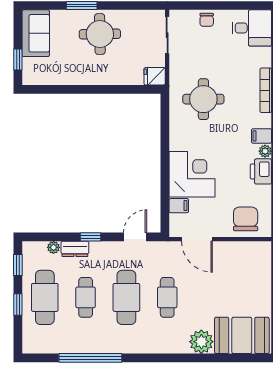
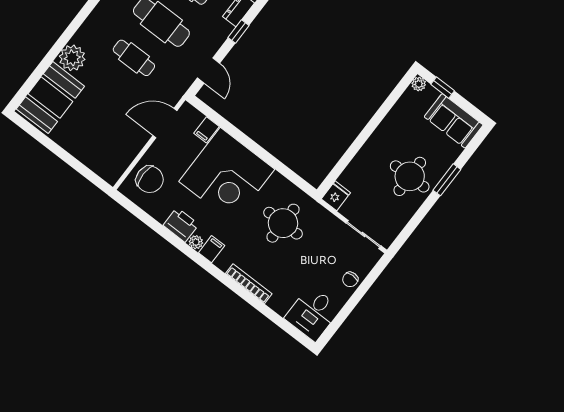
chair: (207, 20) -> (350, 279), turned -90
plant: (29, 79) -> (419, 84), added
corner desk: (192, 174) -> (227, 175), width x1.36, depth x1.36

